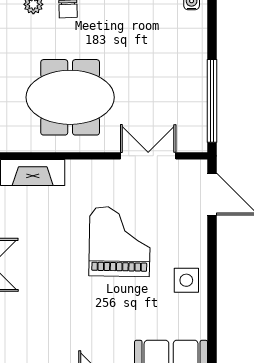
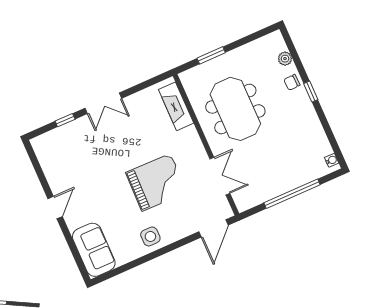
window: (212, 101) -> (292, 194), moved

